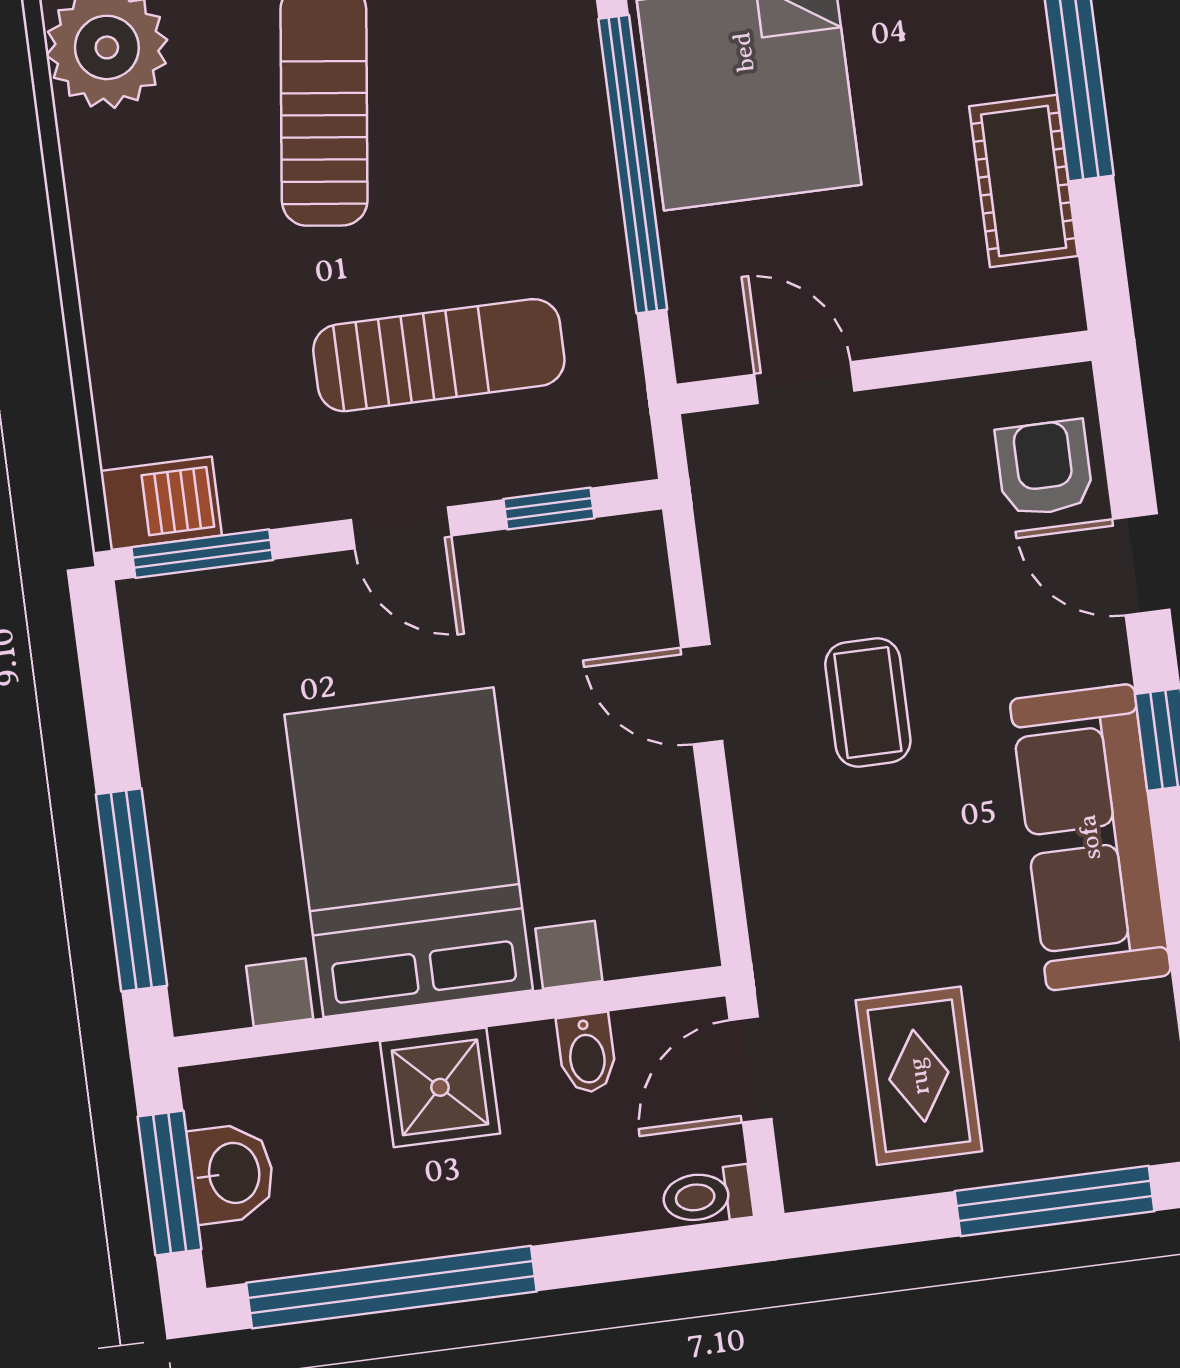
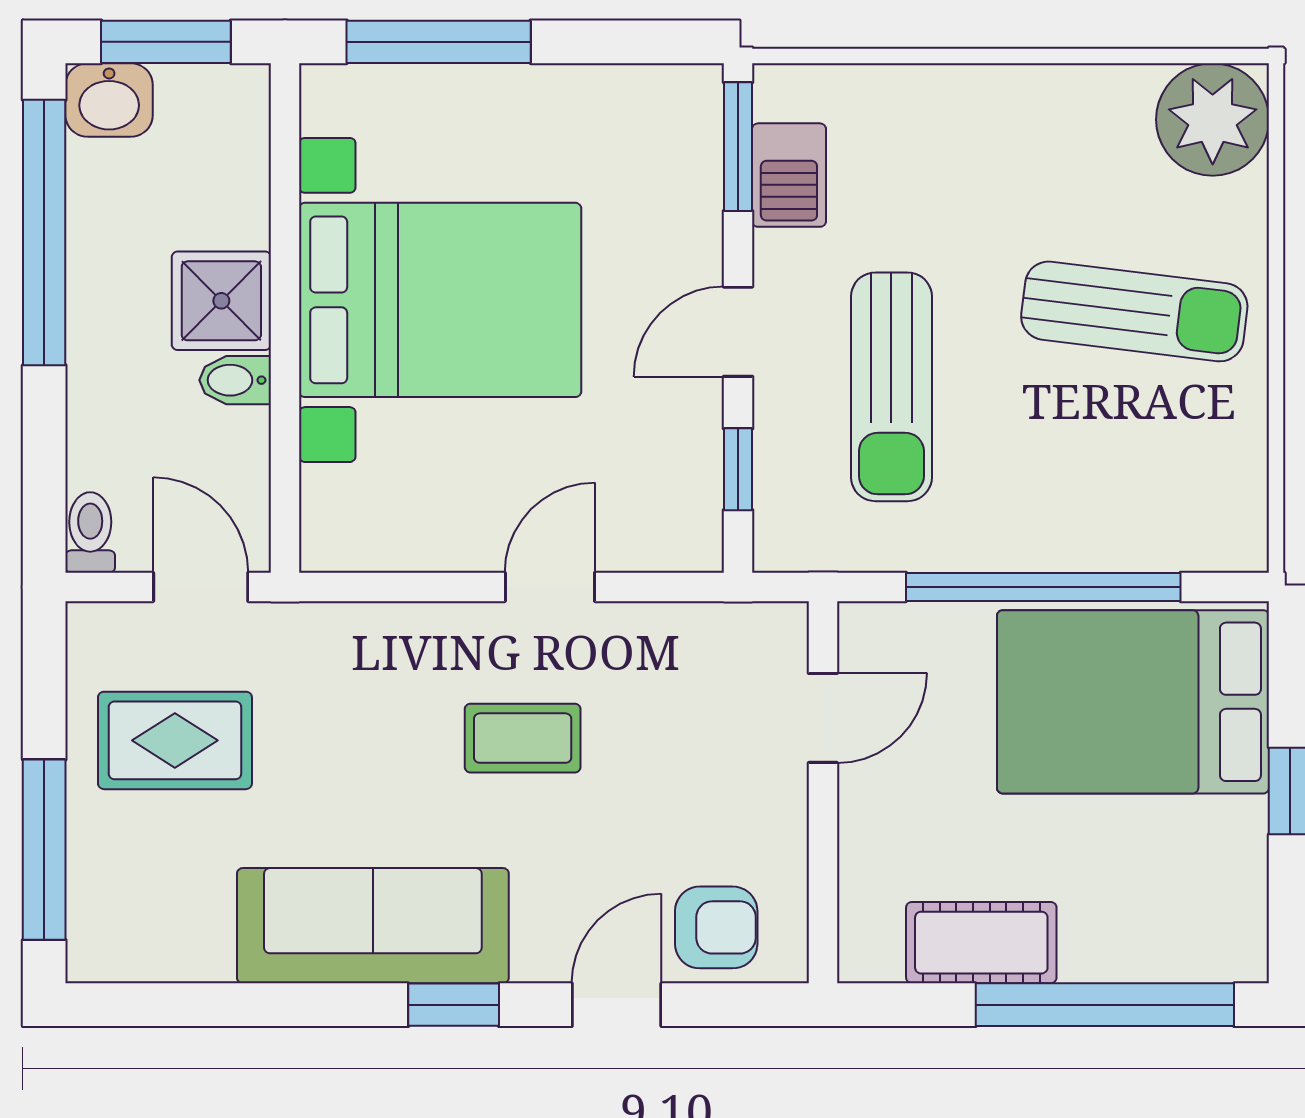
barbecue: (161, 503) -> (789, 175), moved
bidet: (587, 1053) -> (235, 380), moved
washbasin: (232, 1173) -> (109, 100), moved

